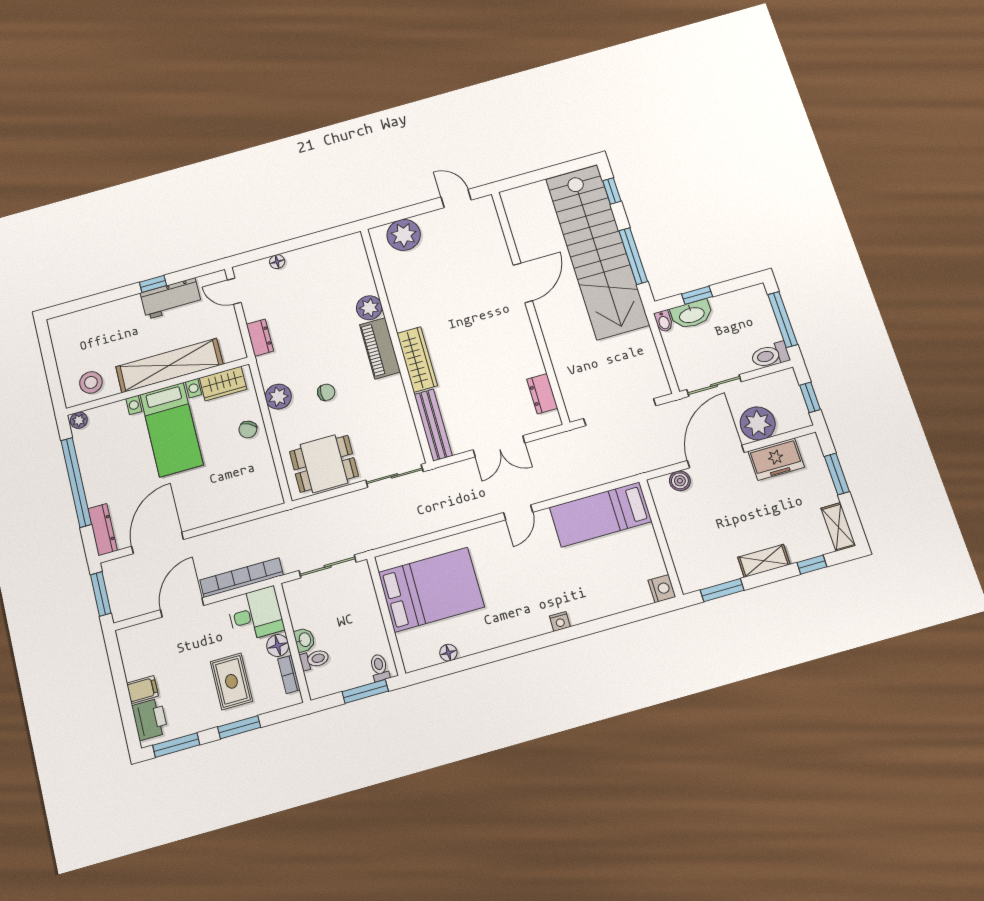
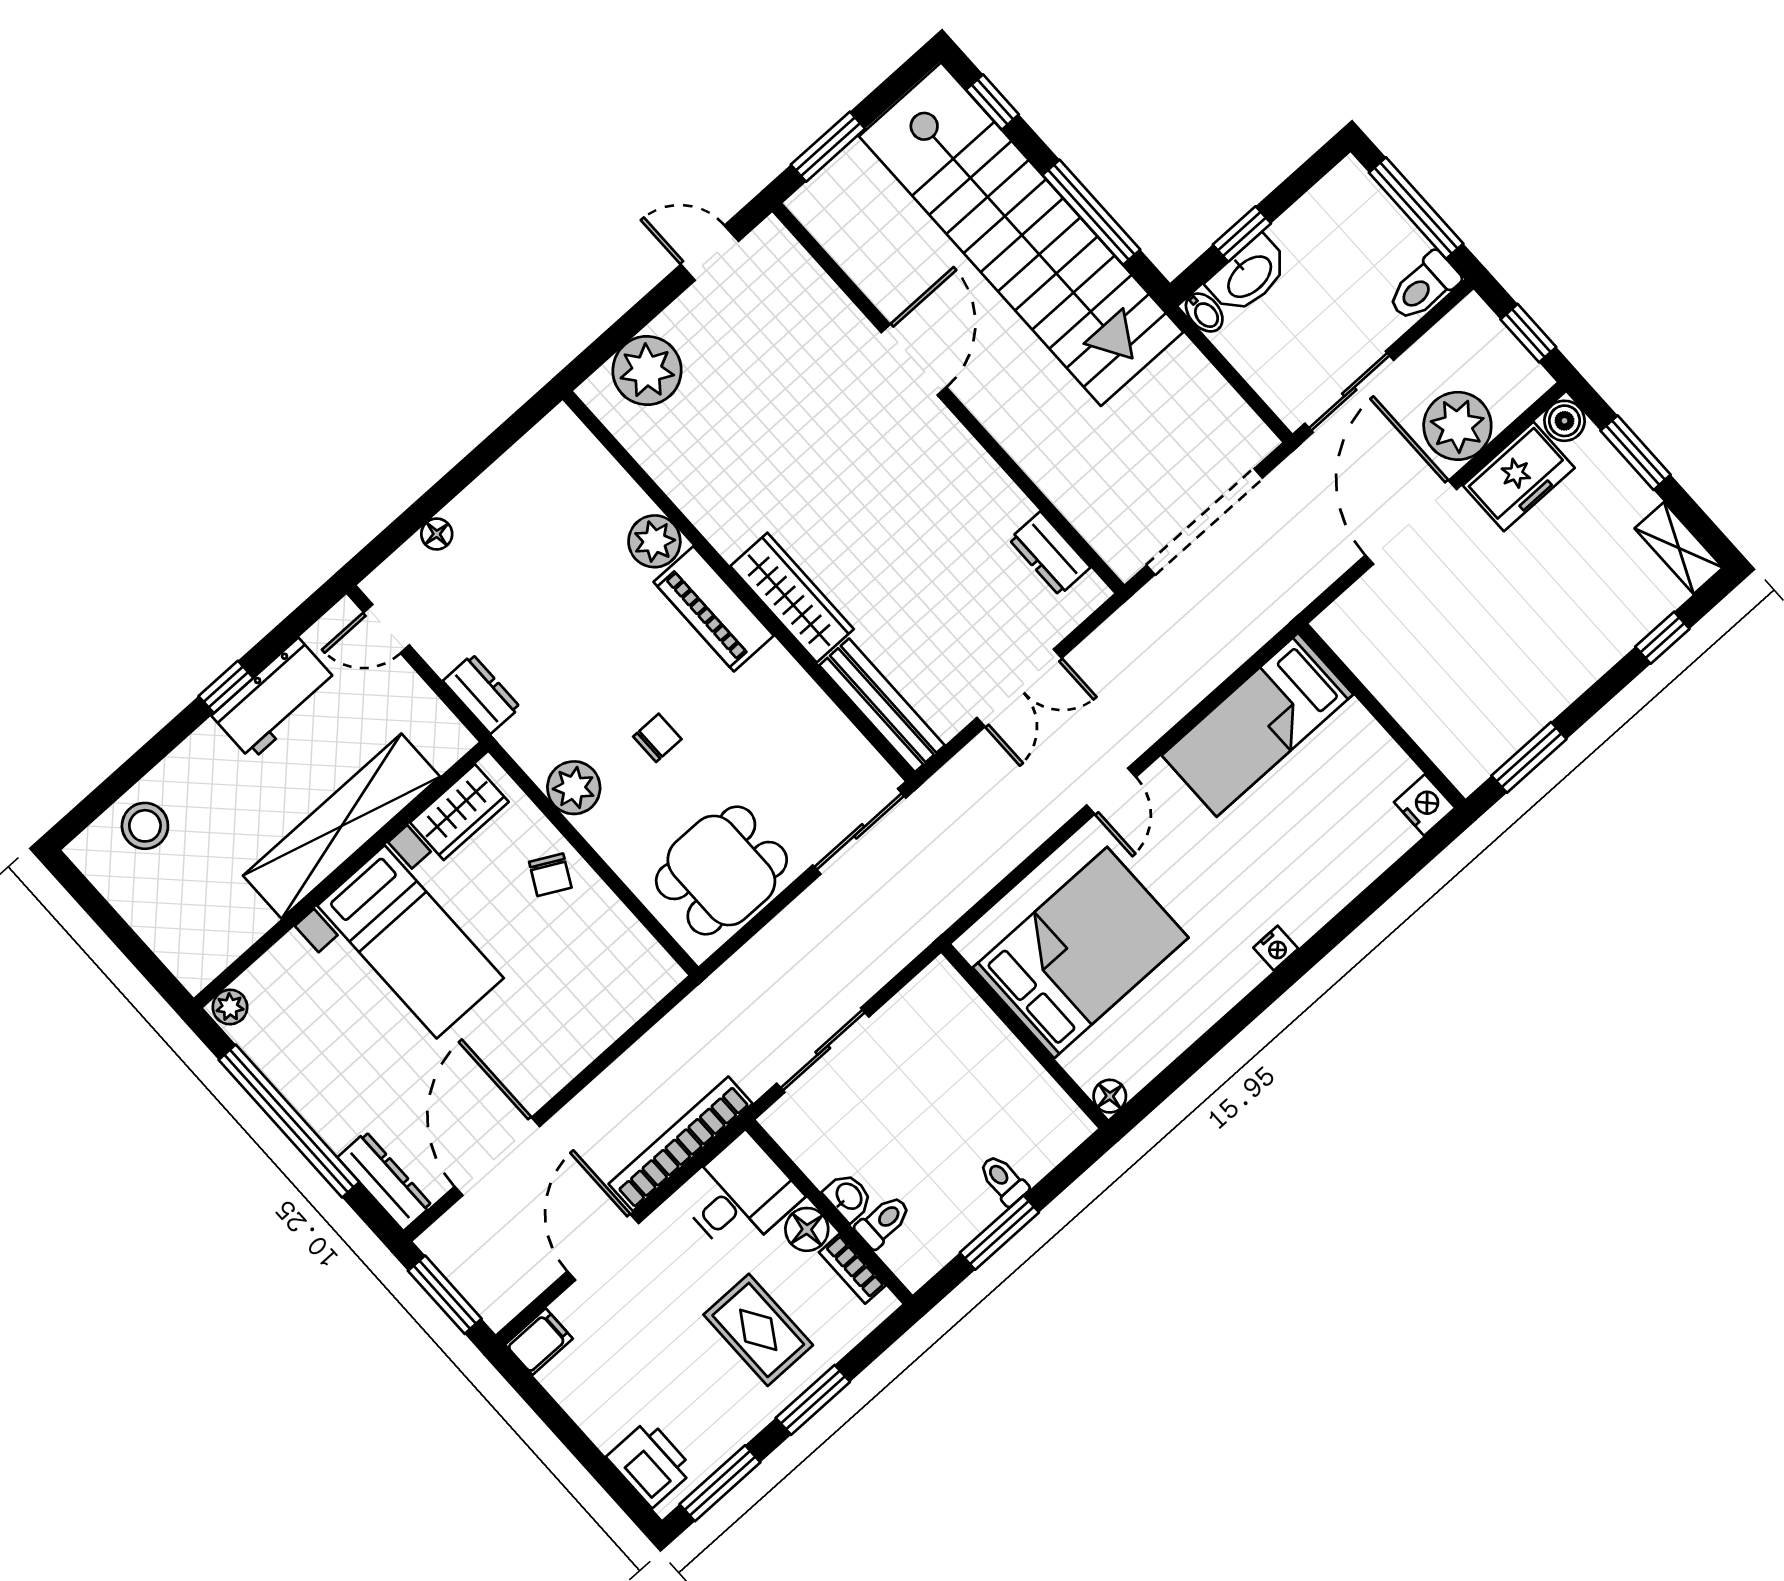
window: (530, 178) -> (828, 147), added
stool: (91, 382) -> (145, 826), moved
boiler: (680, 481) -> (1565, 421), moved
shelving: (764, 561) -> (1577, 671), removed
bed: (431, 590) -> (1081, 953), moved
wall: (386, 616) -> (1025, 1036), moved
filing cabinet: (142, 690) -> (539, 1342), moved

